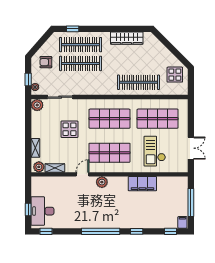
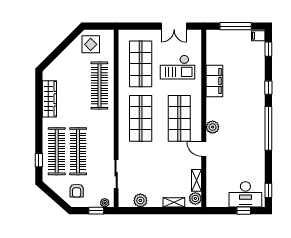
plant: (37, 105) -> (140, 200), moved
display table: (69, 129) -> (153, 164), removed
double door: (191, 148) -> (174, 26), swing flipped

